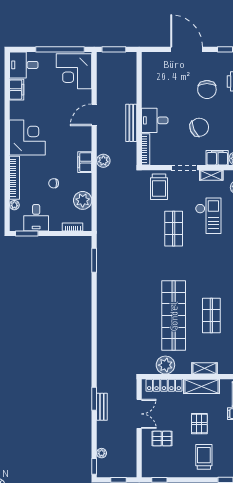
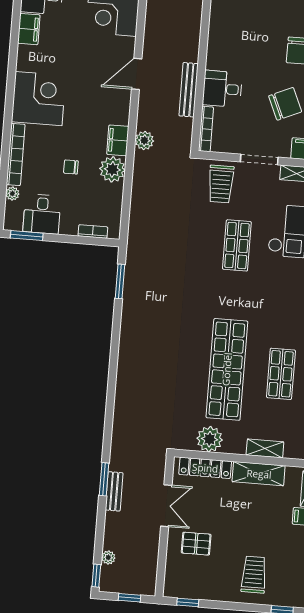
plant: (83, 200) -> (112, 169), moved
pallet: (199, 424) -> (251, 527), removed

